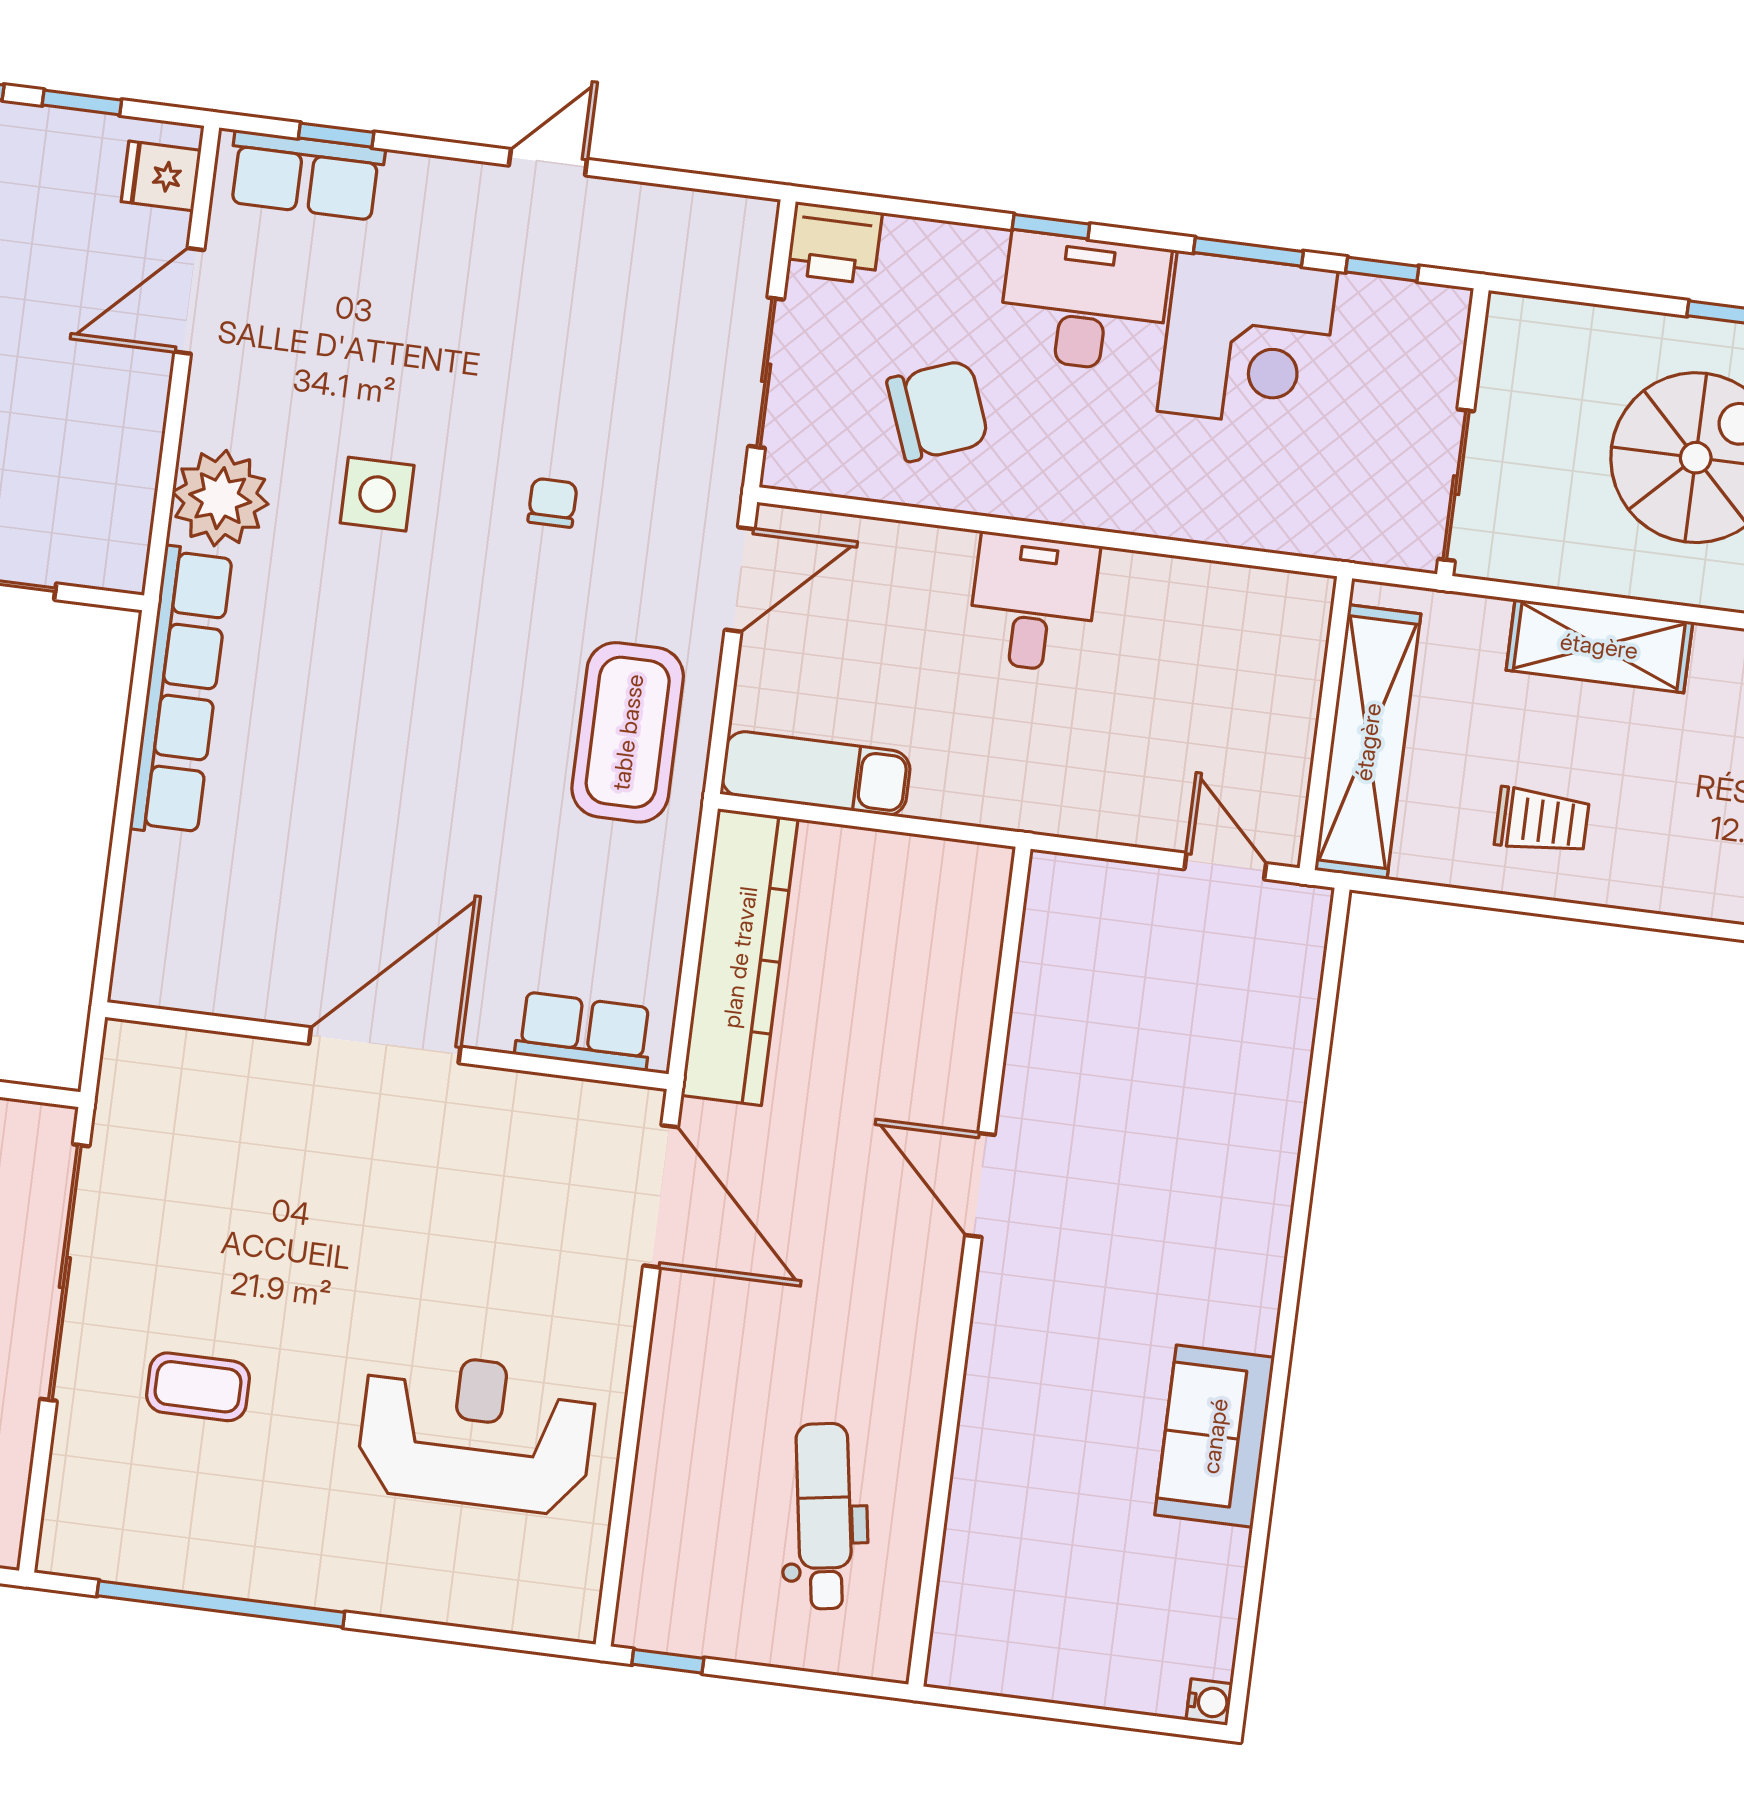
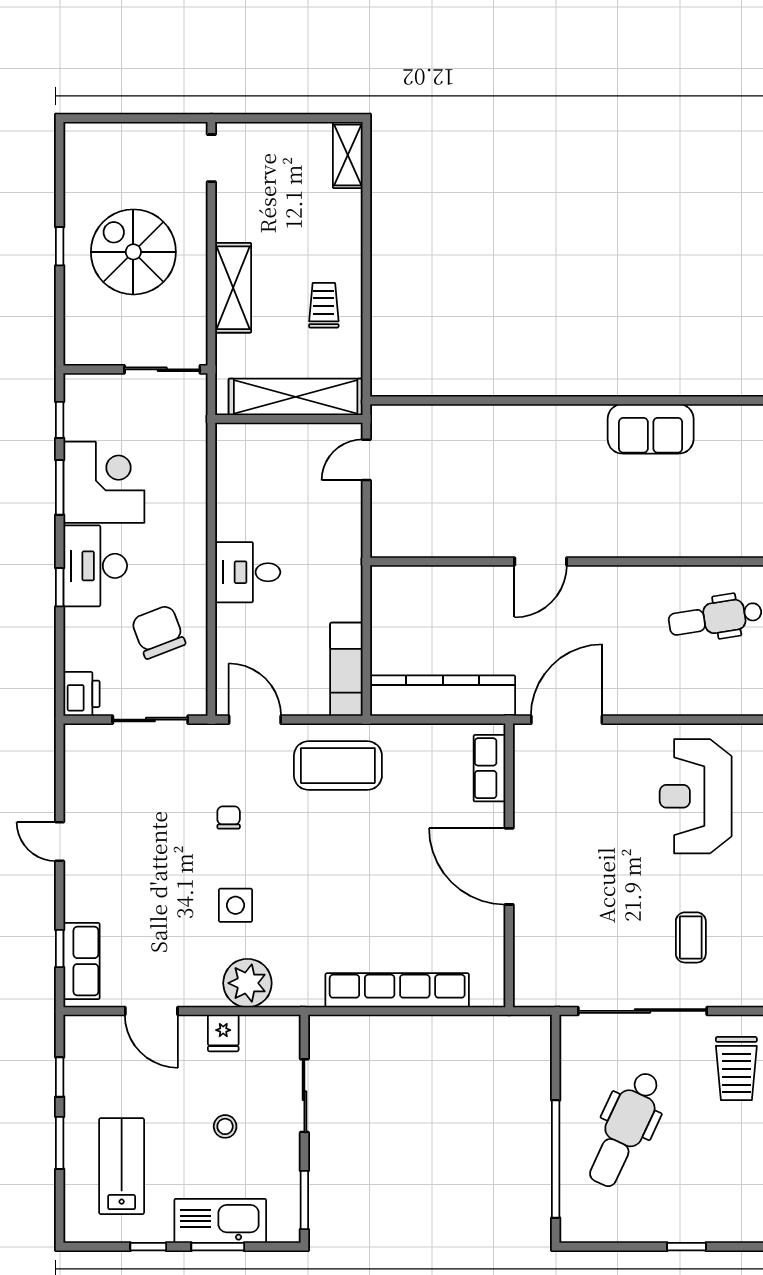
fridge: (161, 176) -> (223, 1033), moved
chair: (552, 503) -> (229, 818), turned 90
row of seats: (181, 691) -> (397, 990), moved

